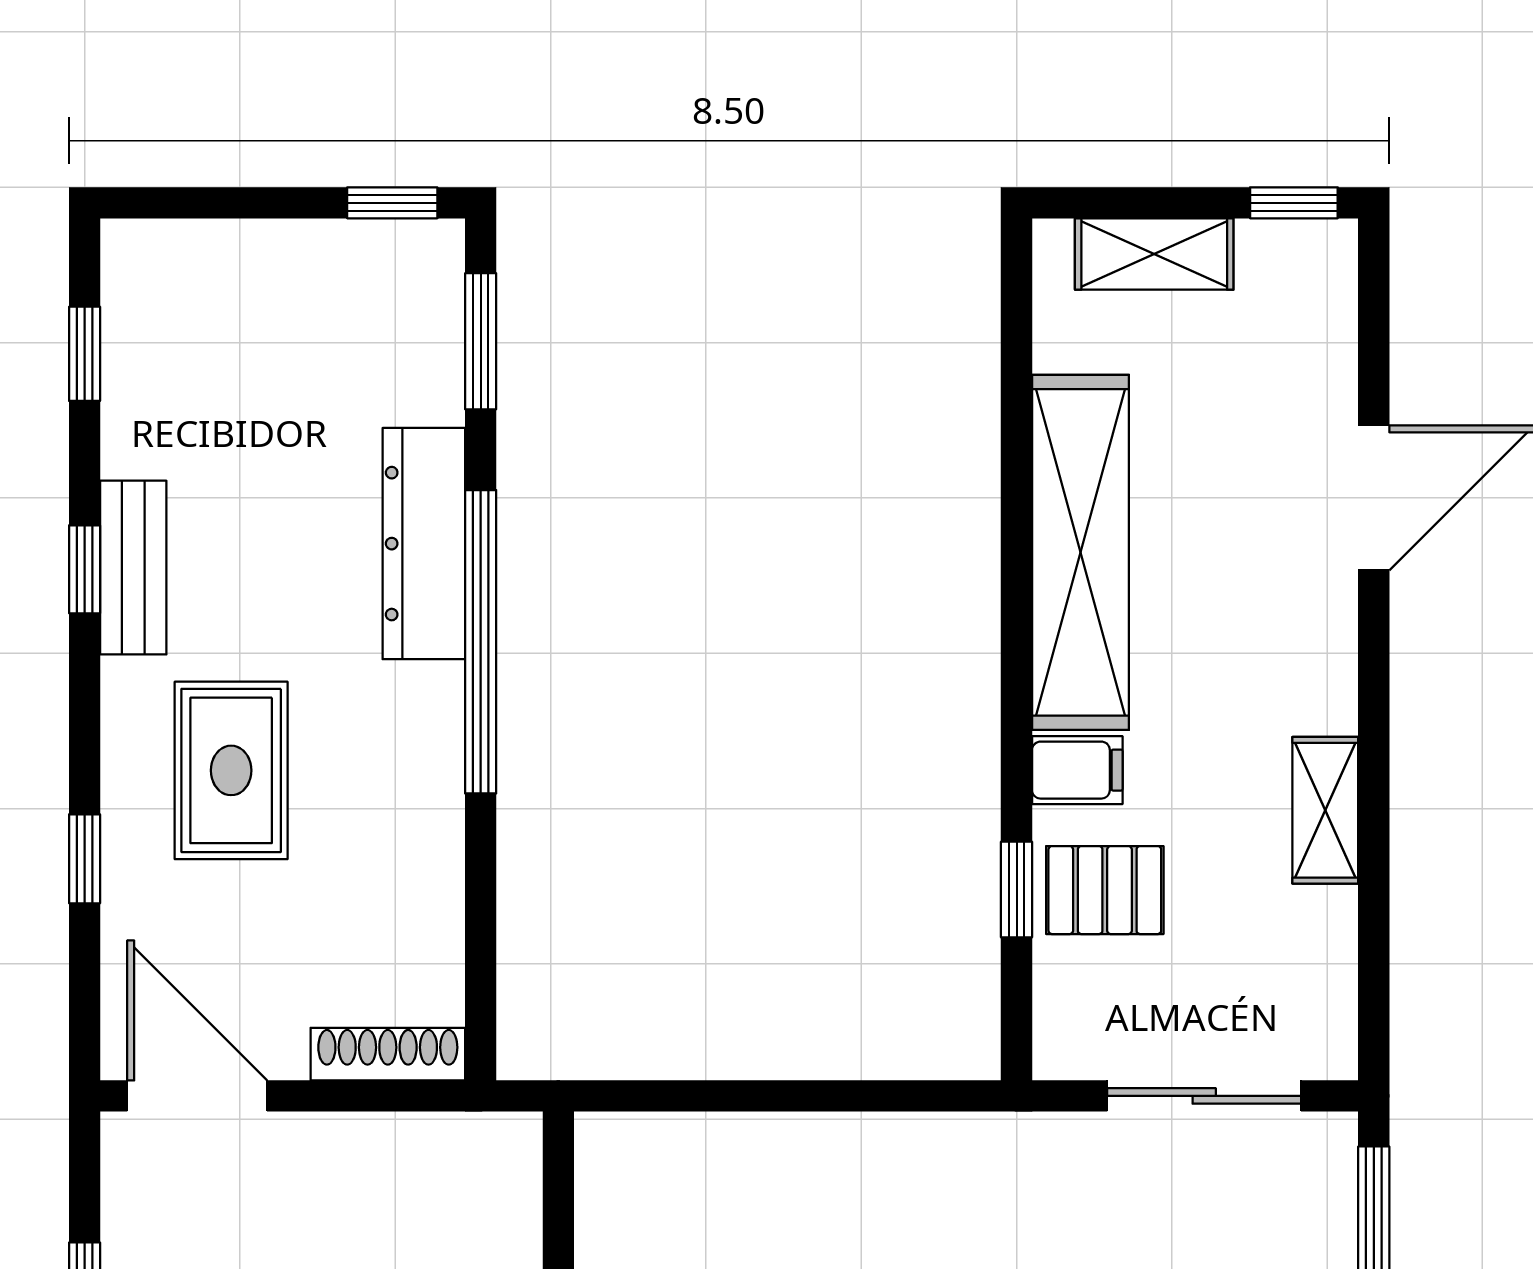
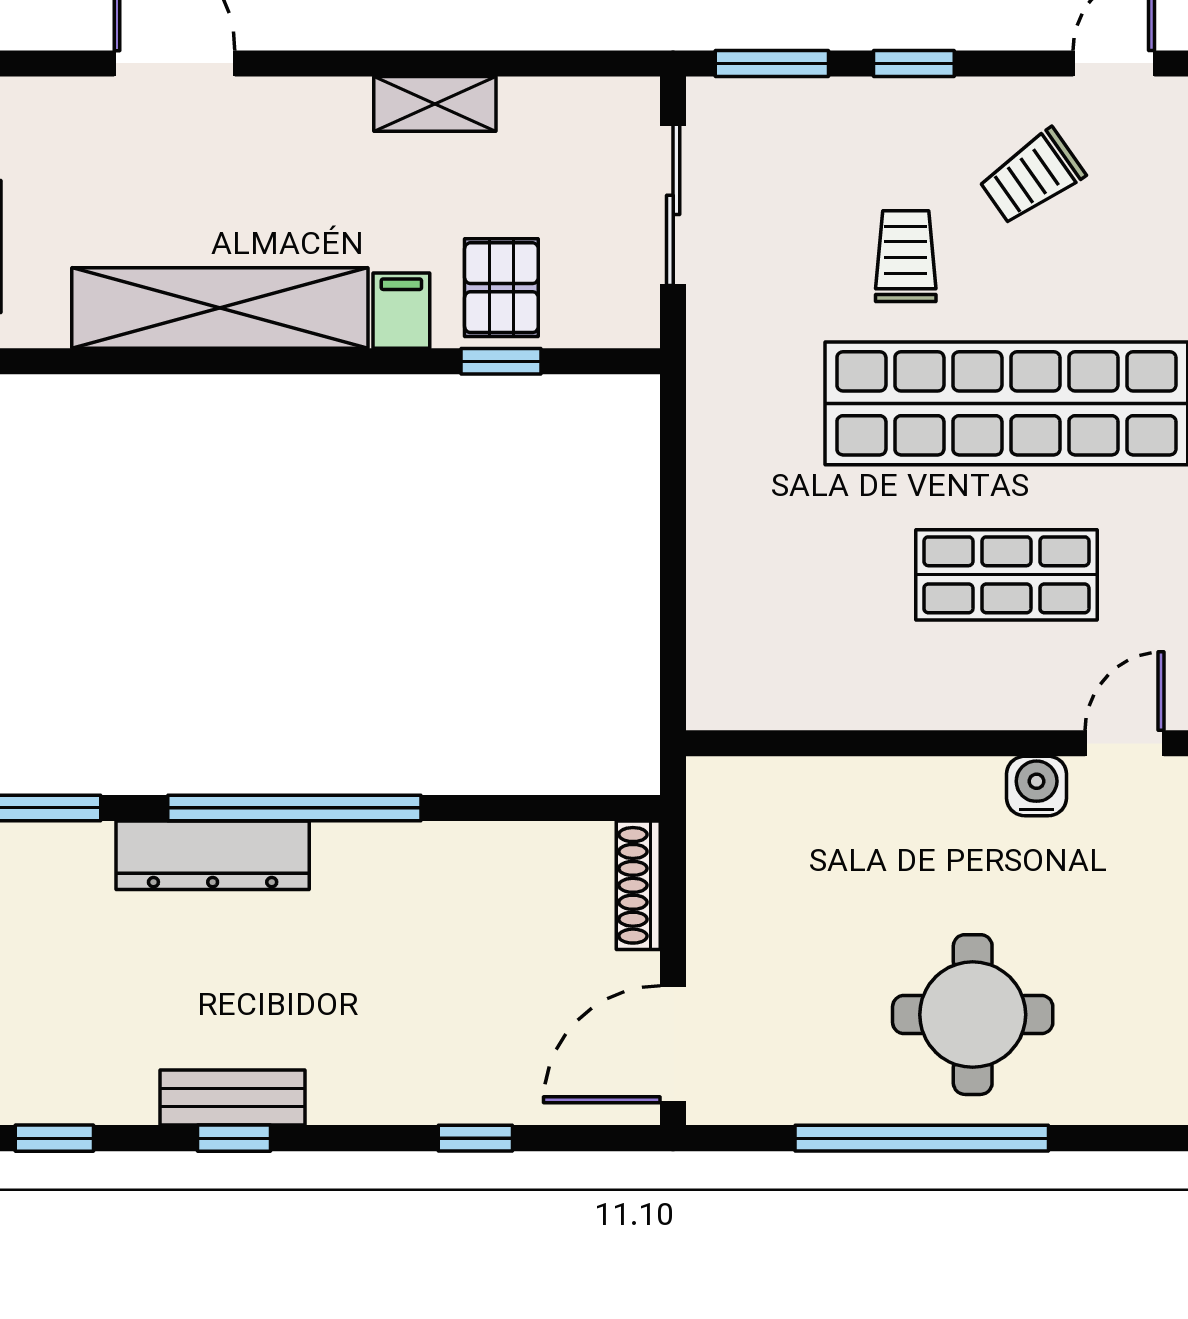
rug: (231, 770) -> (402, 1016), removed

